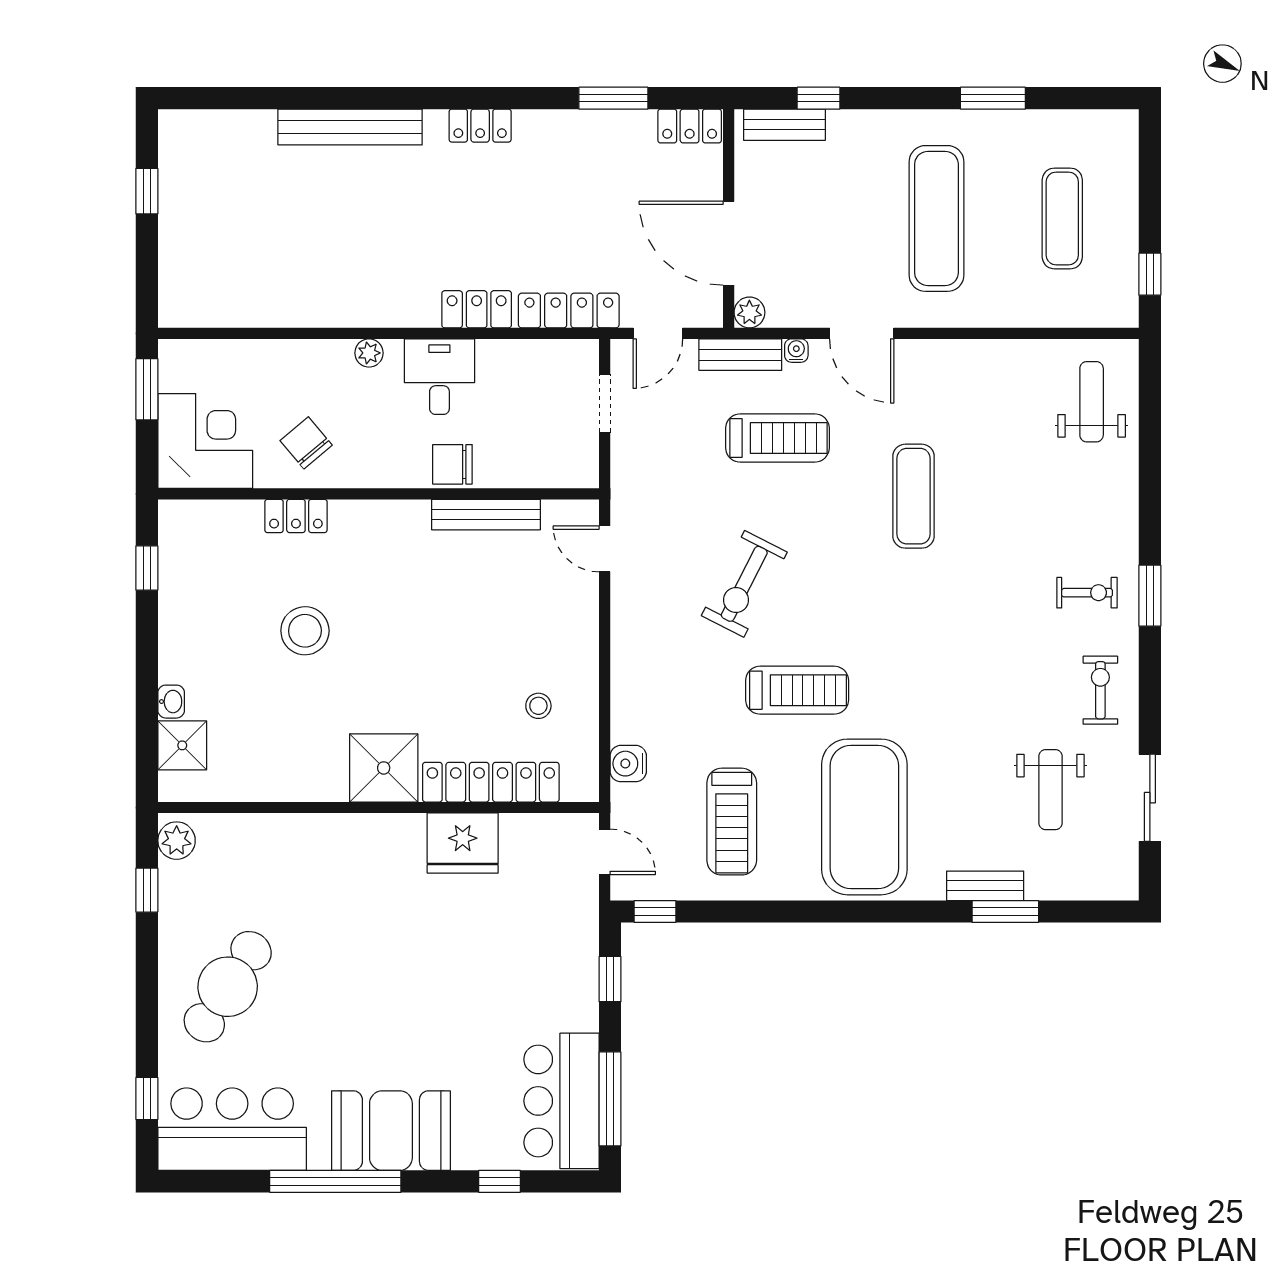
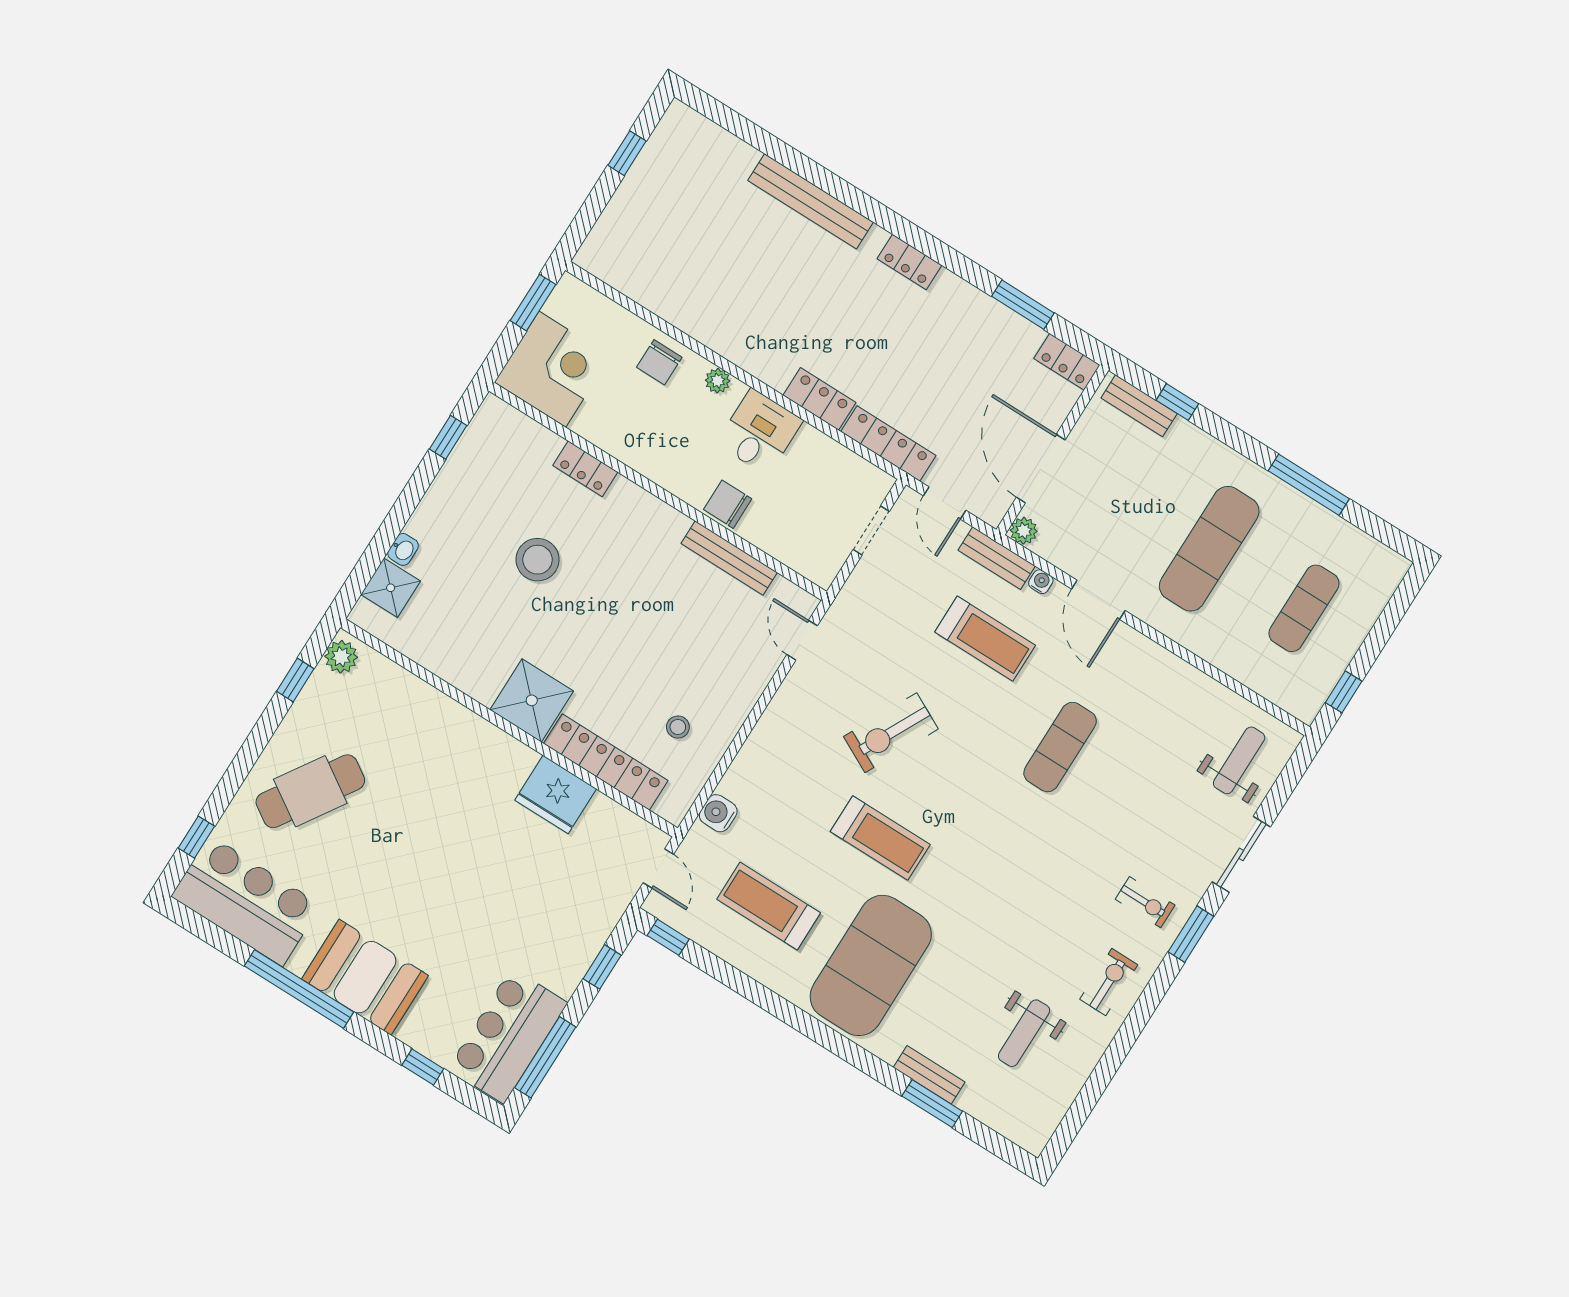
window: (993, 98) -> (1309, 485), width x1.44
door: (658, 333) -> (945, 503), hinge flipped
chair: (306, 443) -> (659, 362), moved, turned -140
sliding door: (1150, 798) -> (1241, 854), moved
treadmill: (732, 822) -> (769, 906), turned 90

